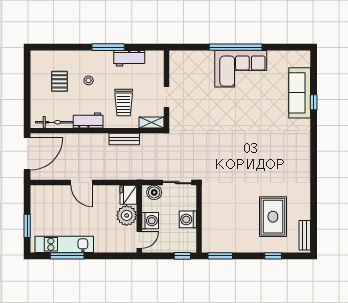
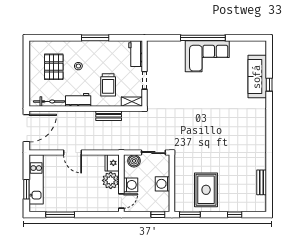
workbench: (129, 58) -> (136, 54), moved, turned 90
pallet: (60, 81) -> (54, 67), width x1.50, depth x1.42
rug: (273, 217) -> (206, 190), moved
bench: (305, 235) -> (262, 182), moved
kitchen unit: (64, 244) -> (36, 179), moved, turned 90

